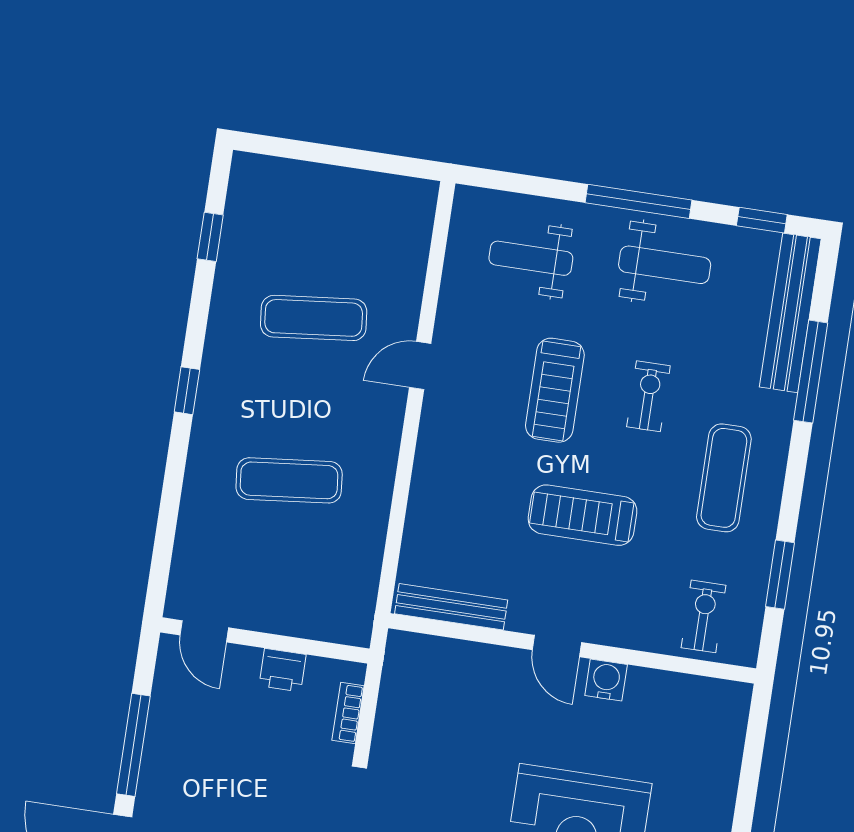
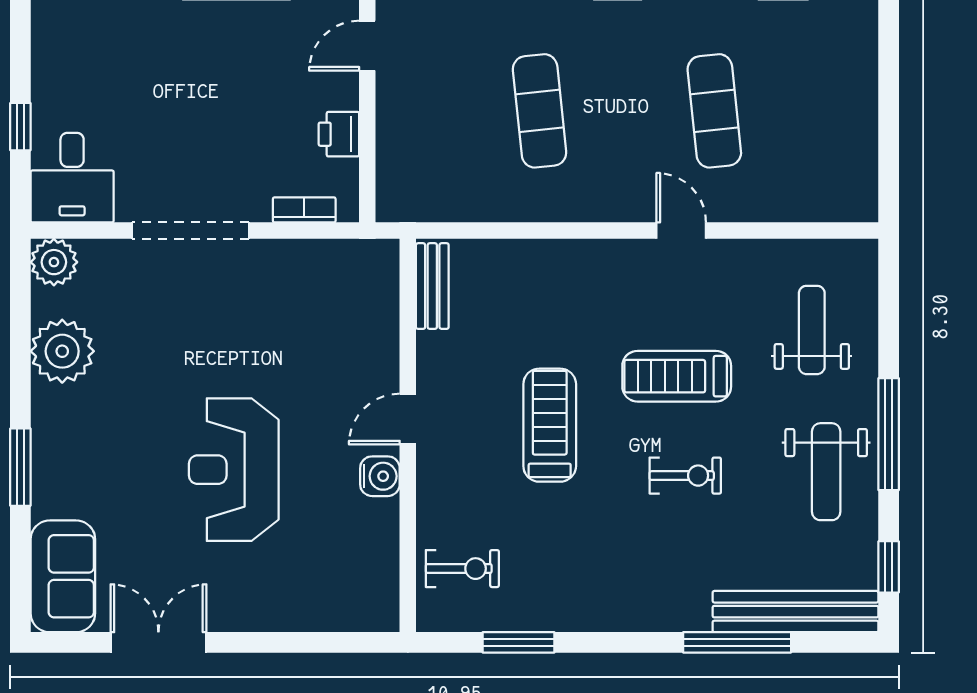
exercise mat: (724, 478) -> (611, 568), removed
bench: (451, 607) -> (432, 286), width x0.73

